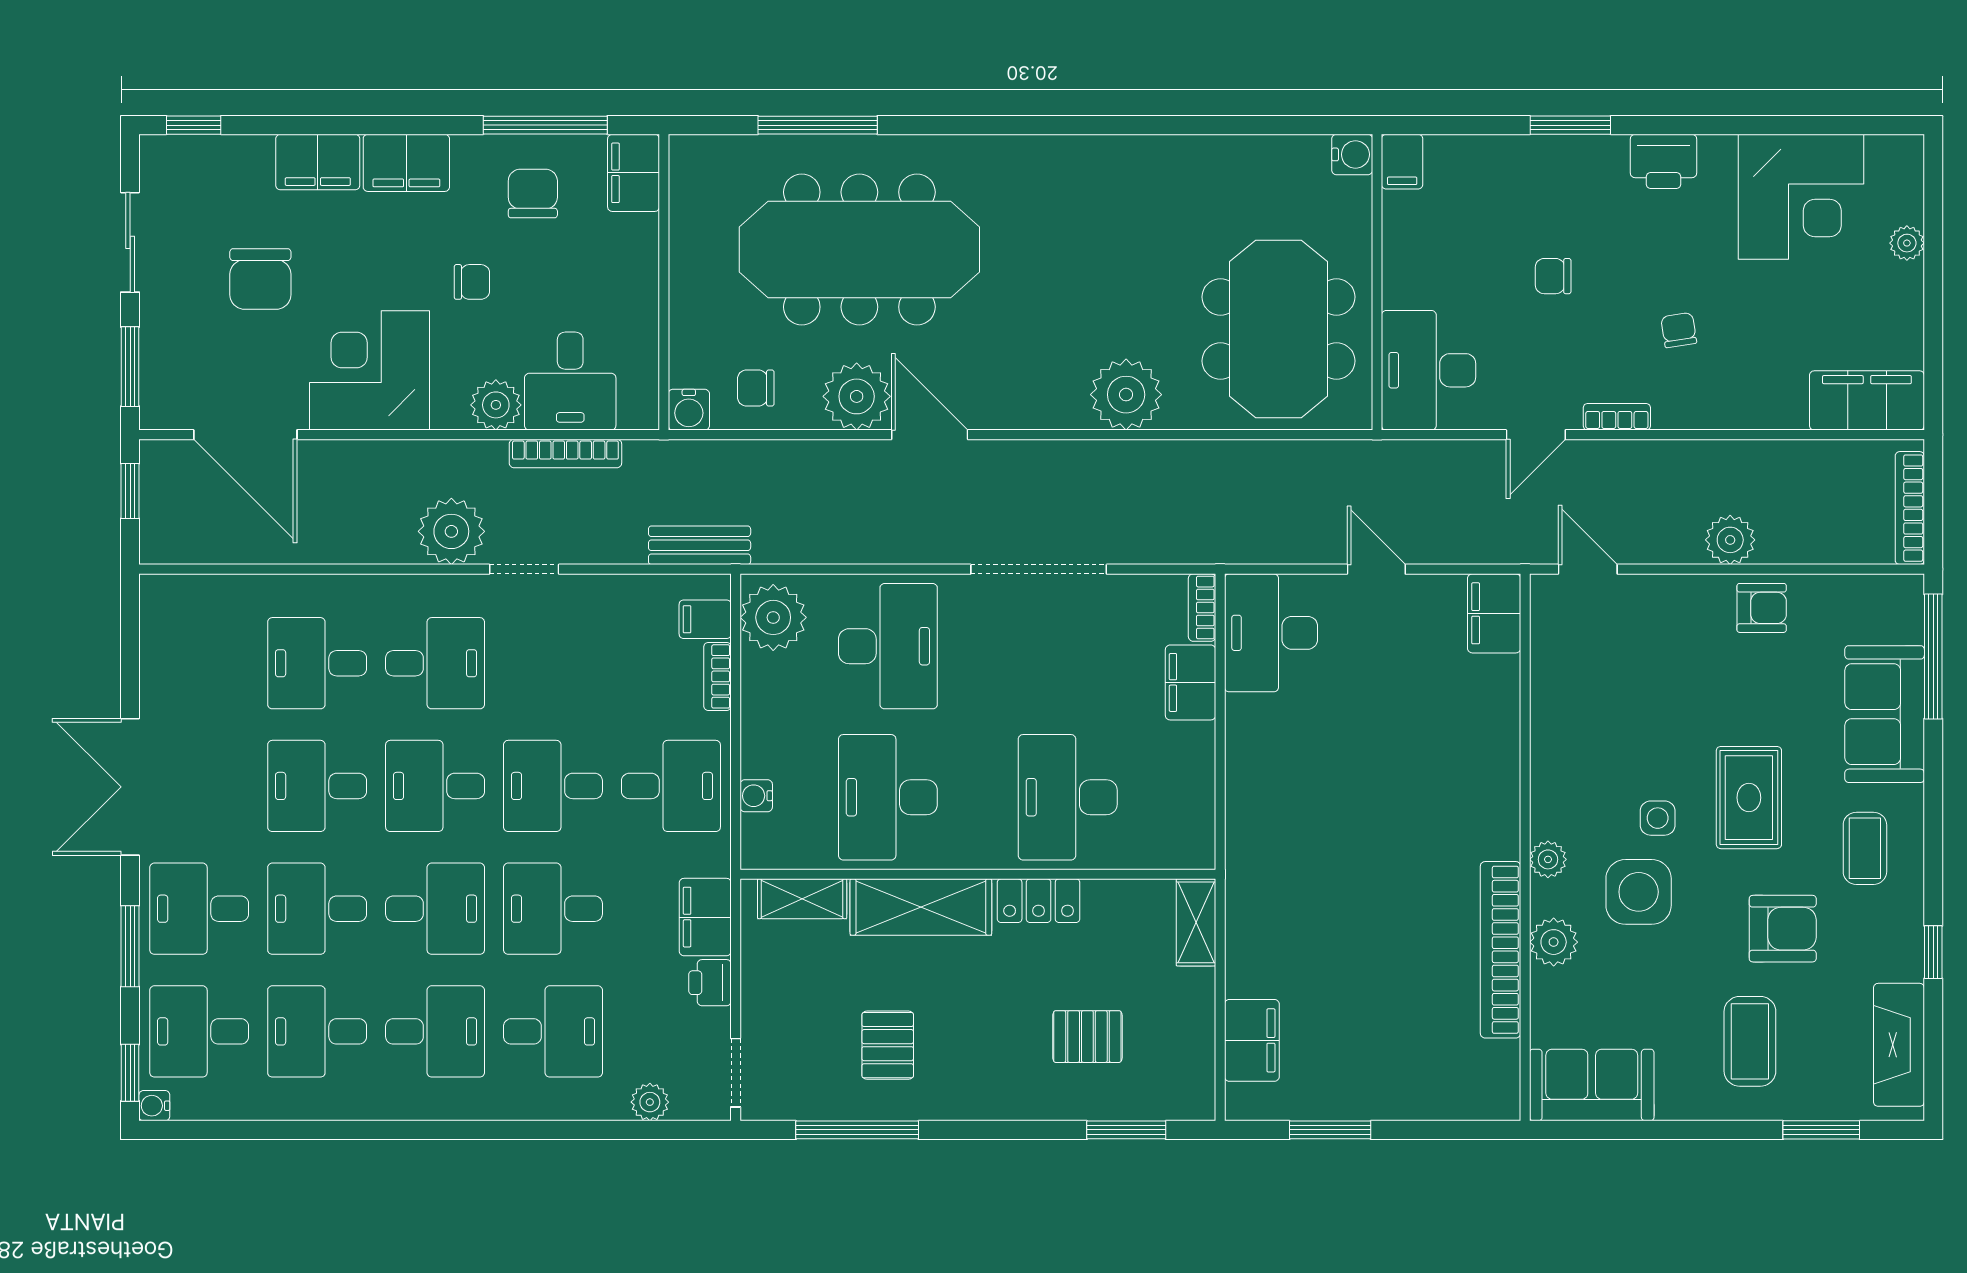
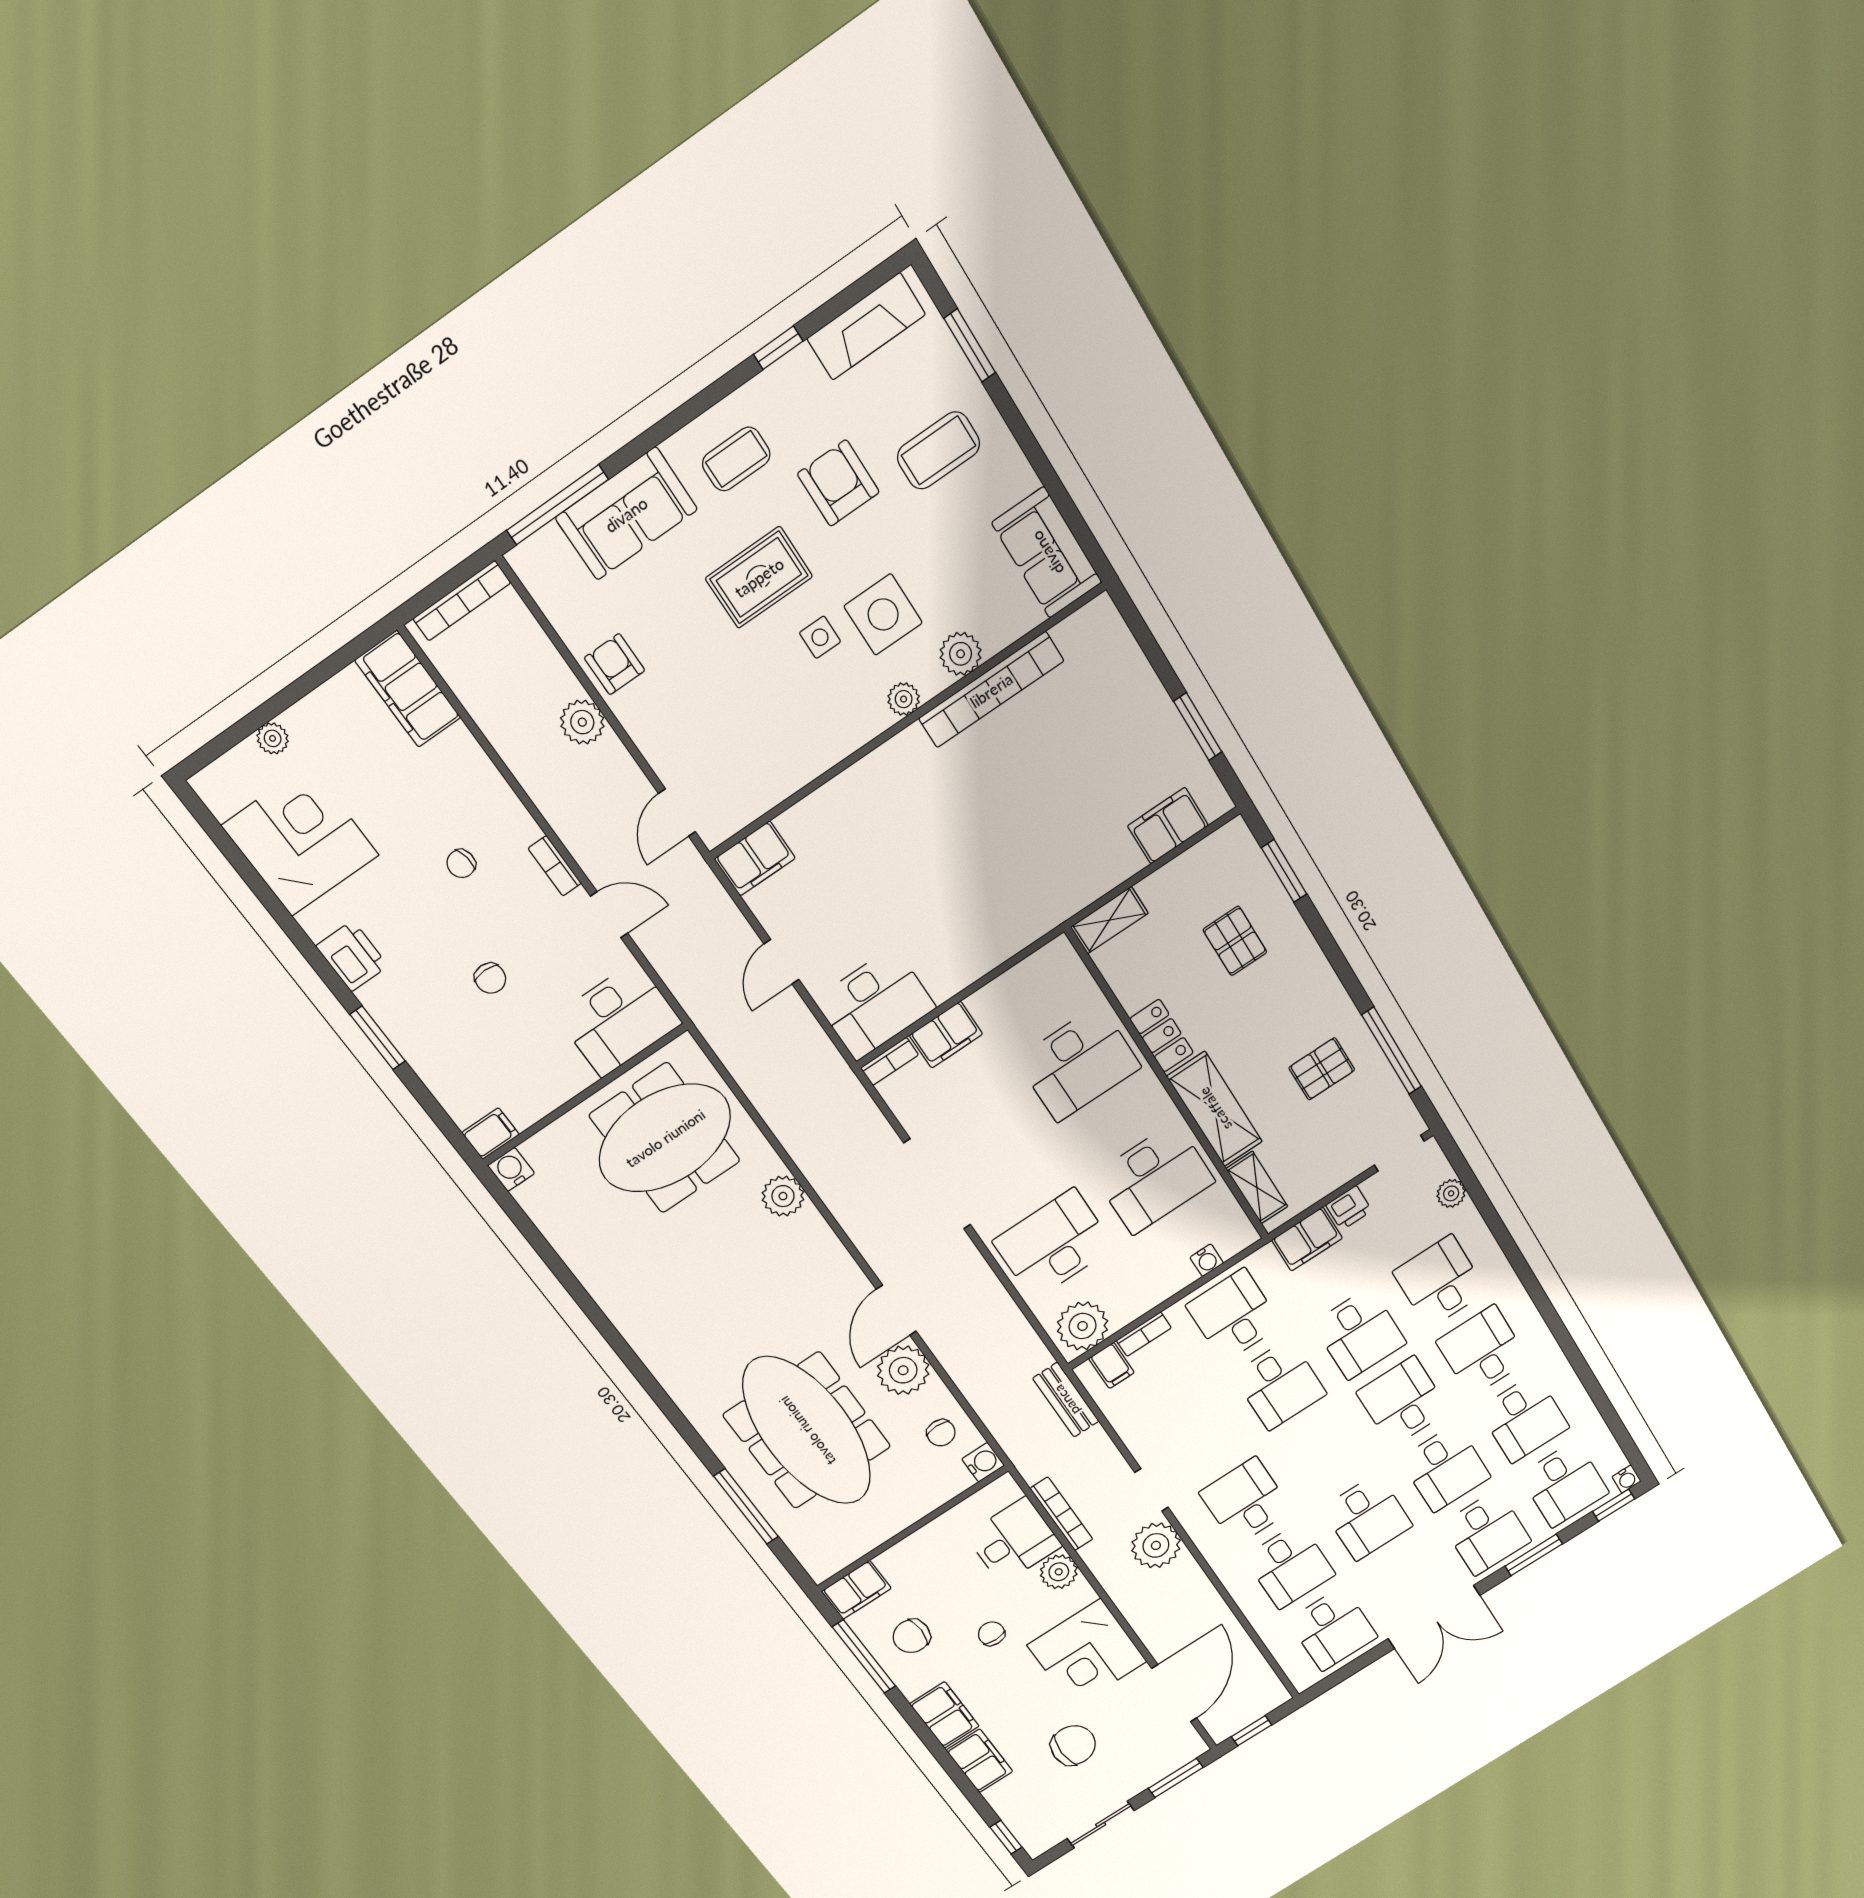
plant: (1126, 395) -> (783, 1196), width x0.73, depth x0.73
desk: (435, 786) -> (1333, 1629), moved

